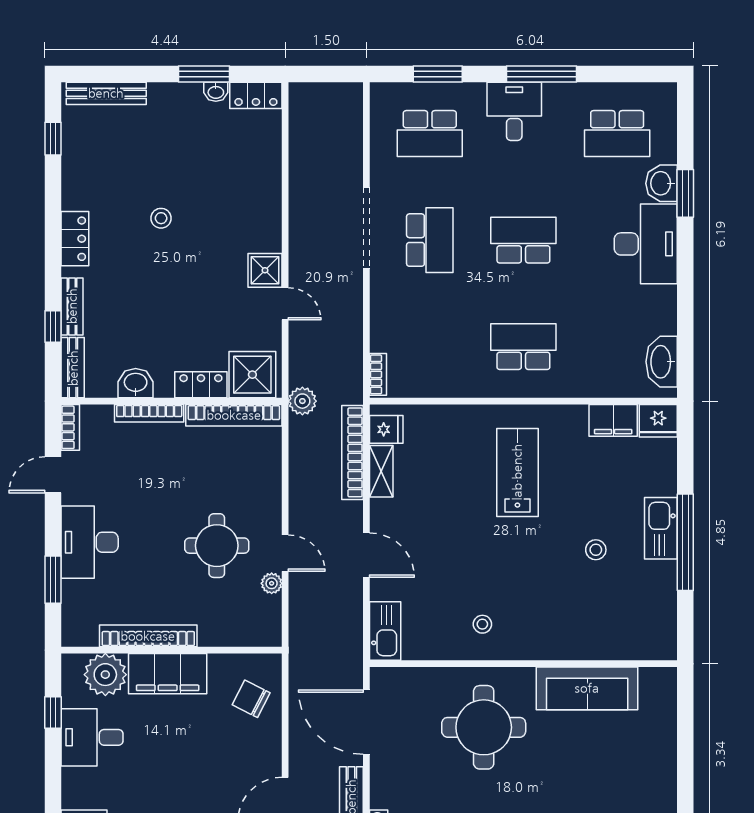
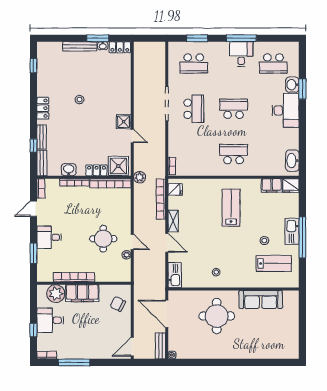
bench: (106, 93) -> (80, 46), moved
desk: (514, 111) -> (241, 54), moved
shelving: (381, 471) -> (173, 221), moved
desk: (90, 542) -> (49, 237), width x0.73
lab bench: (618, 604) -> (274, 263), added
window: (53, 712) -> (34, 330), moved

